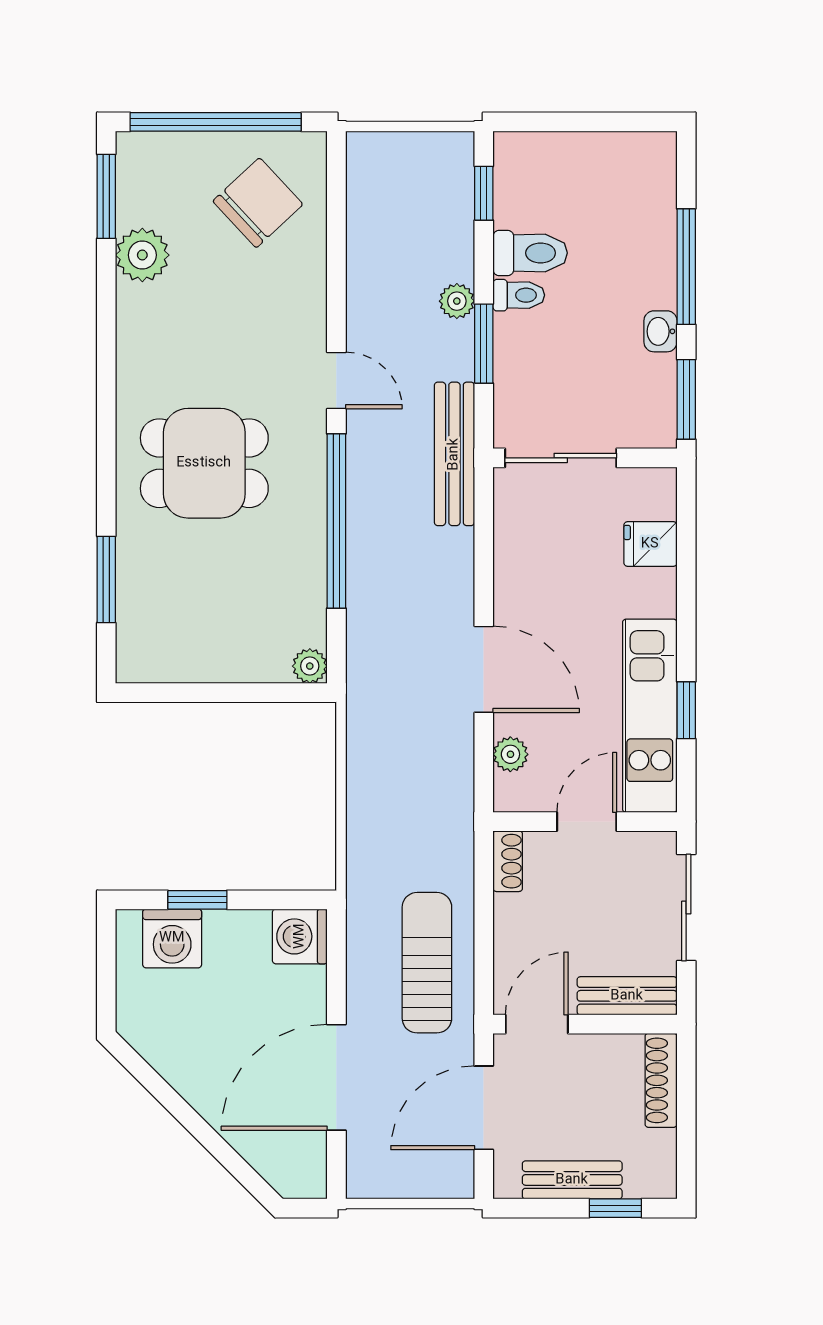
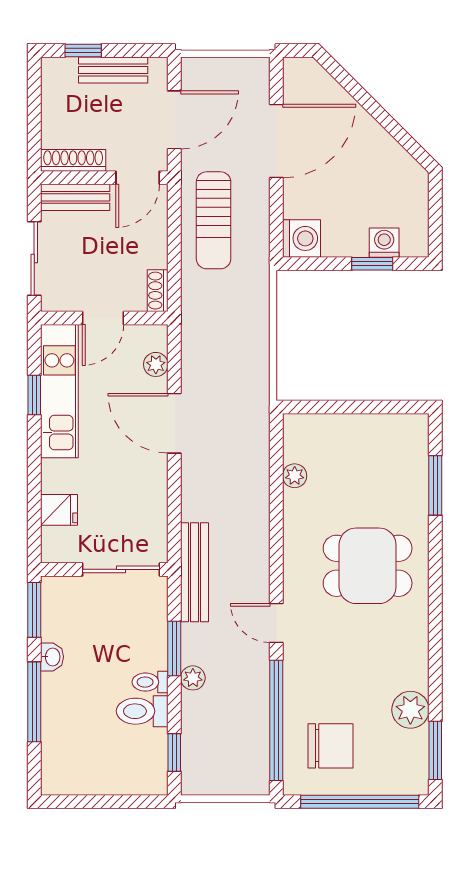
chair: (258, 203) -> (331, 746), turned -137
window: (336, 521) -> (276, 720), moved
plant: (310, 666) -> (295, 476), moved
washing machine: (172, 938) -> (384, 243), width x0.73, depth x0.73
shoe rack: (661, 1080) -> (73, 160), moved, turned -90

